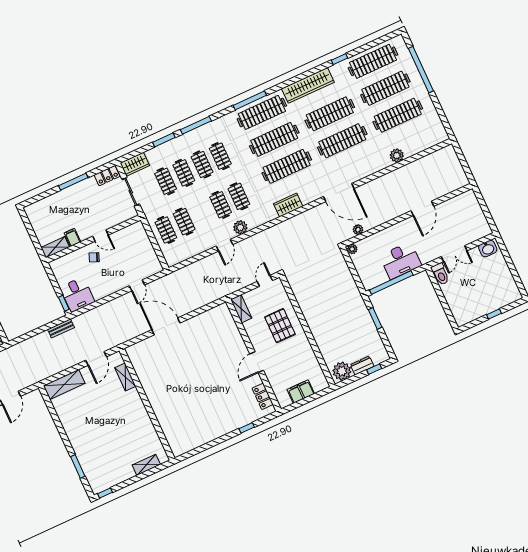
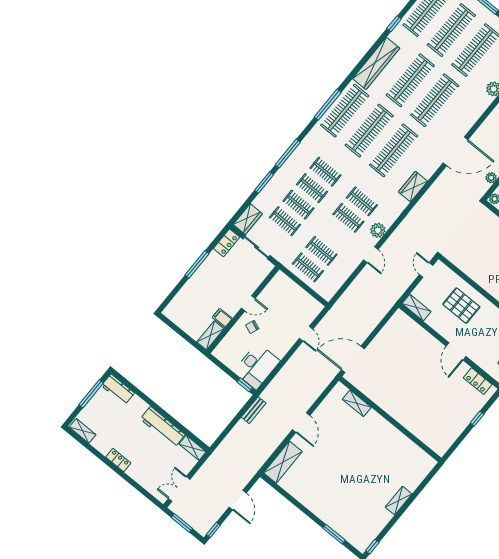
desk: (77, 294) -> (257, 366), width x1.37
shelving: (125, 377) -> (357, 403), moved
wall: (147, 404) -> (390, 419), moved

